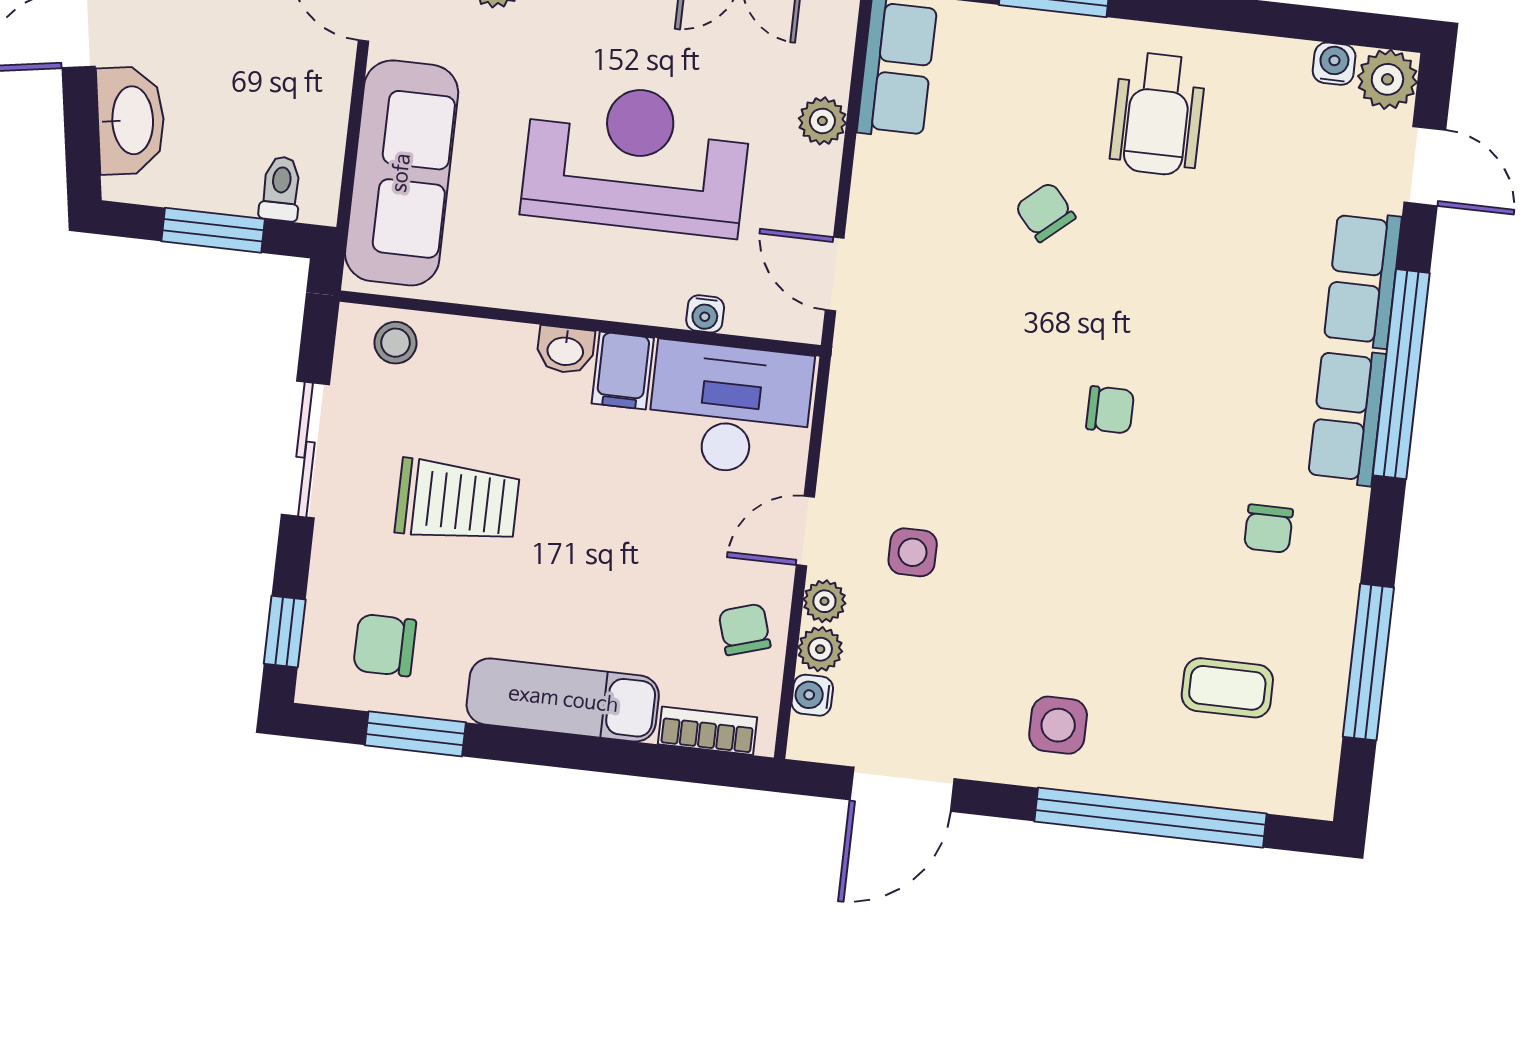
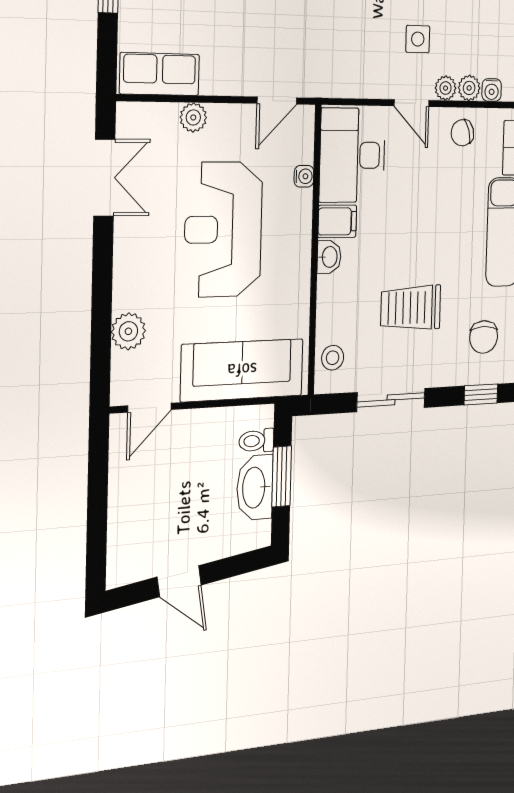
washbasin: (131, 120) -> (255, 488), moved, turned -81
trolley: (457, 501) -> (411, 308), turned -90

